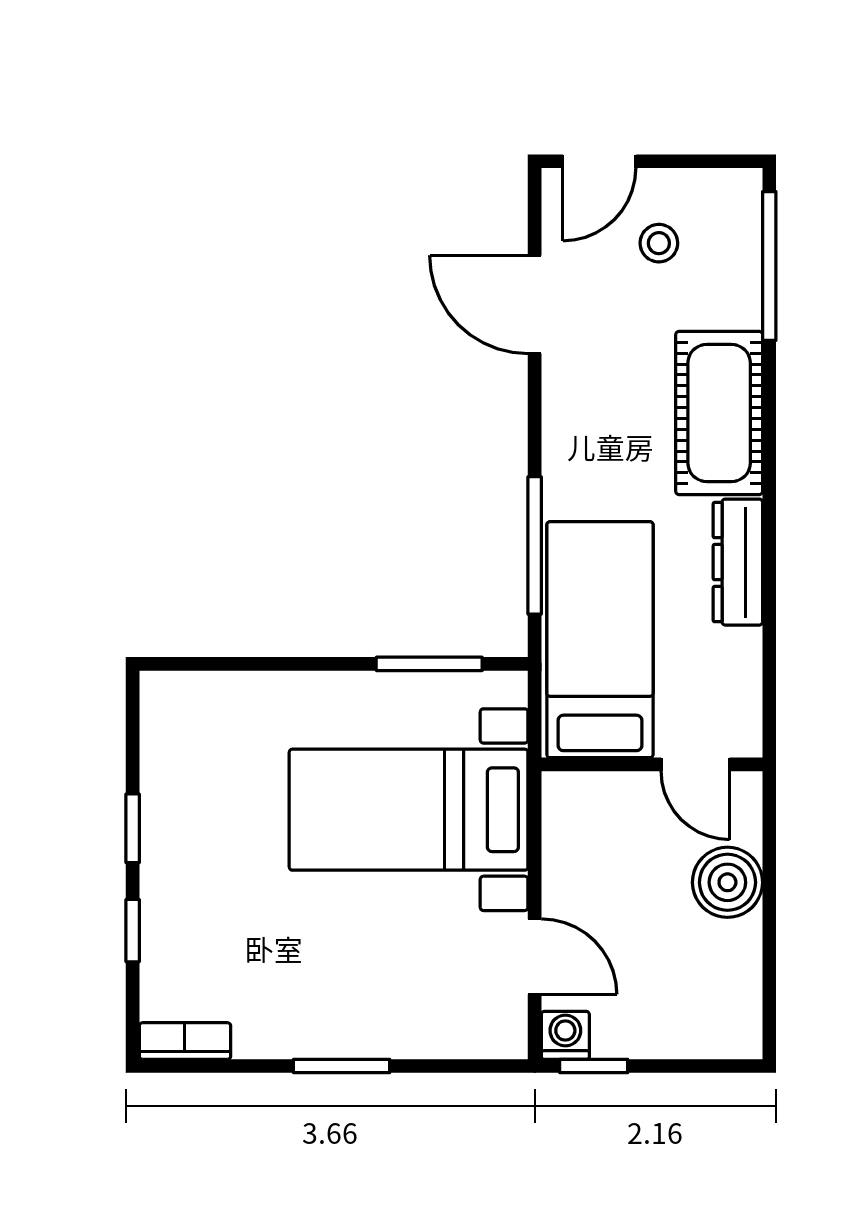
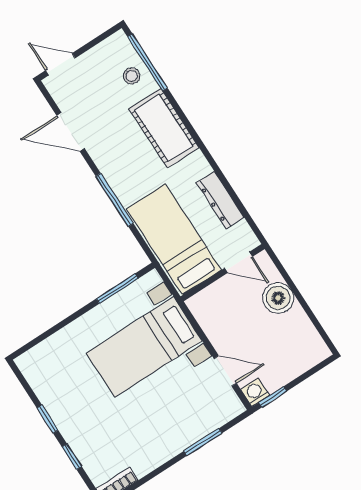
door: (599, 161) -> (60, 64), swing flipped
stool: (659, 243) -> (132, 76), moved
window: (535, 545) -> (115, 200), moved
dresser: (738, 562) -> (220, 200), moved
window: (342, 1066) -> (203, 442), moved

